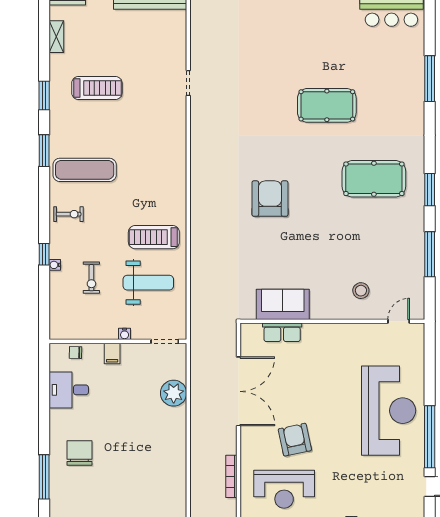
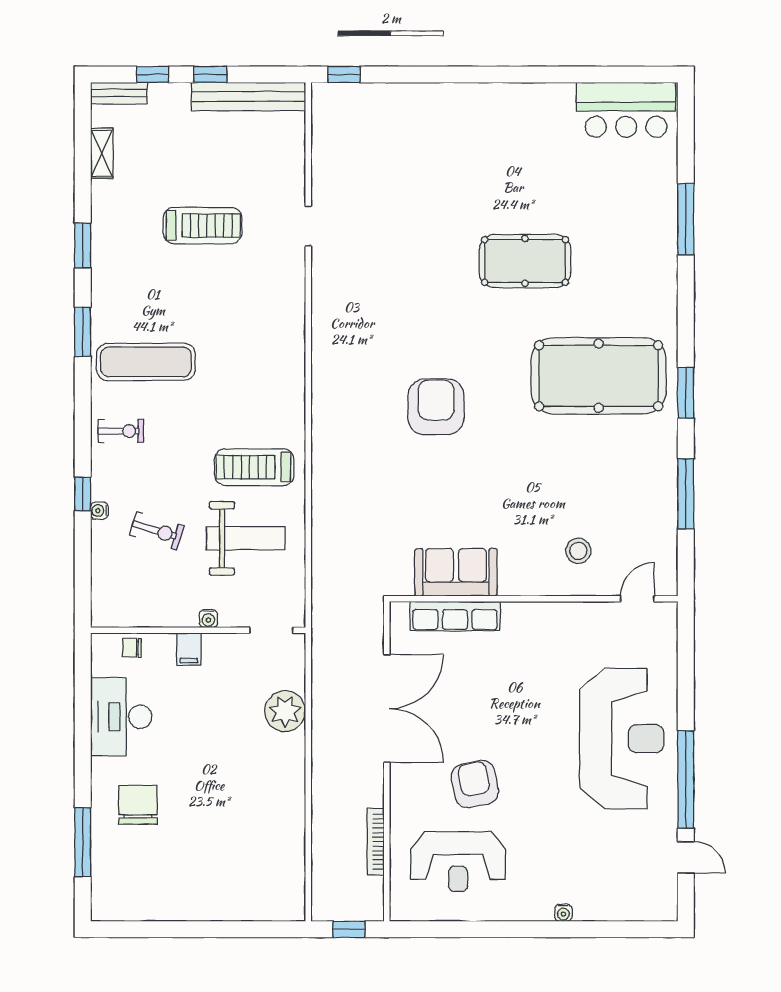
treadmill: (97, 88) -> (203, 226), moved
pool table: (374, 179) -> (599, 376), width x1.36, depth x1.32
exercise bike: (91, 278) -> (157, 531), turned -73
row of seats: (282, 332) -> (455, 616), width x1.48
desk: (69, 390) -> (121, 717), width x1.37

